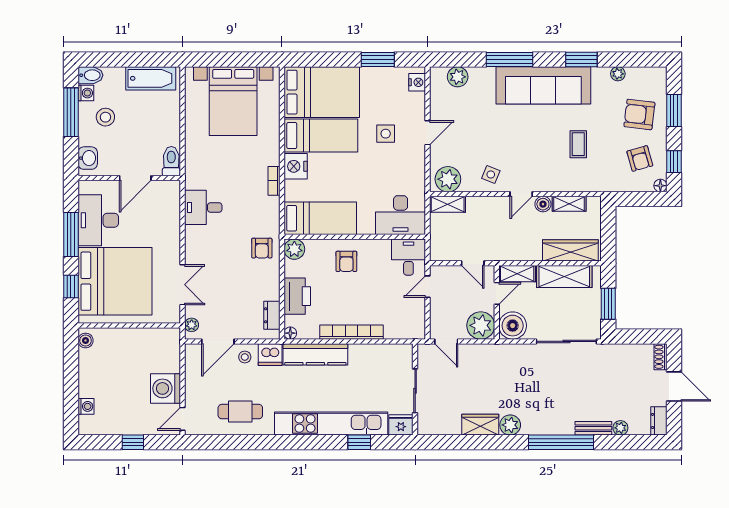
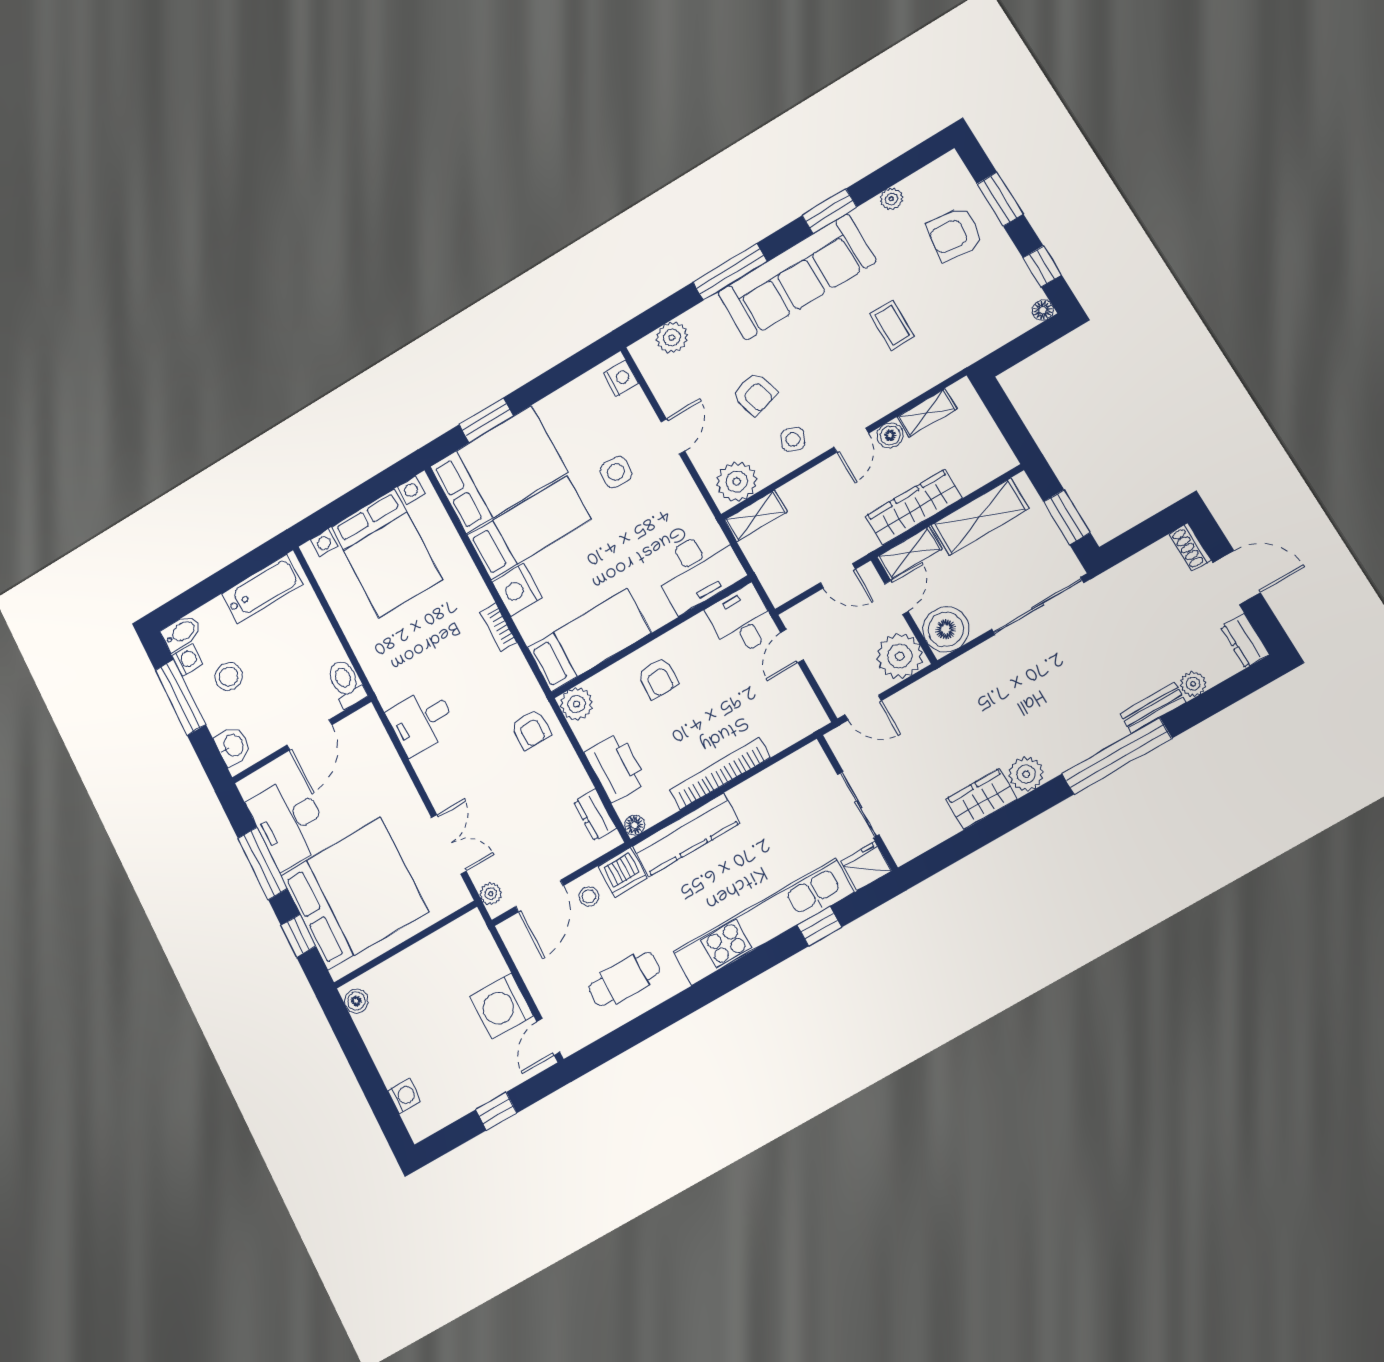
window: (378, 60) -> (486, 420), moved
armchair: (640, 158) -> (755, 394), moved
wardrobe: (570, 250) -> (914, 507), moved

